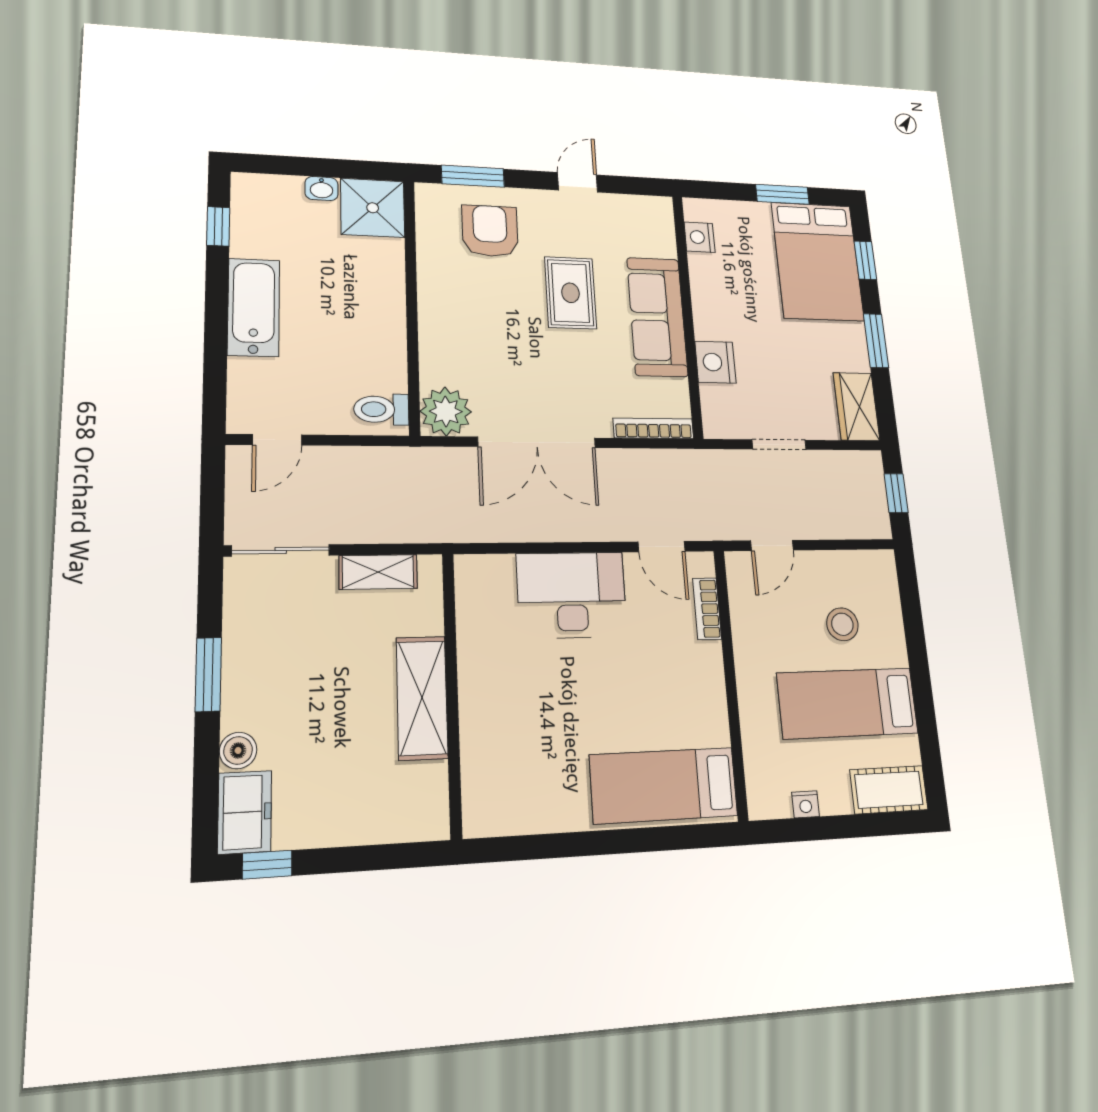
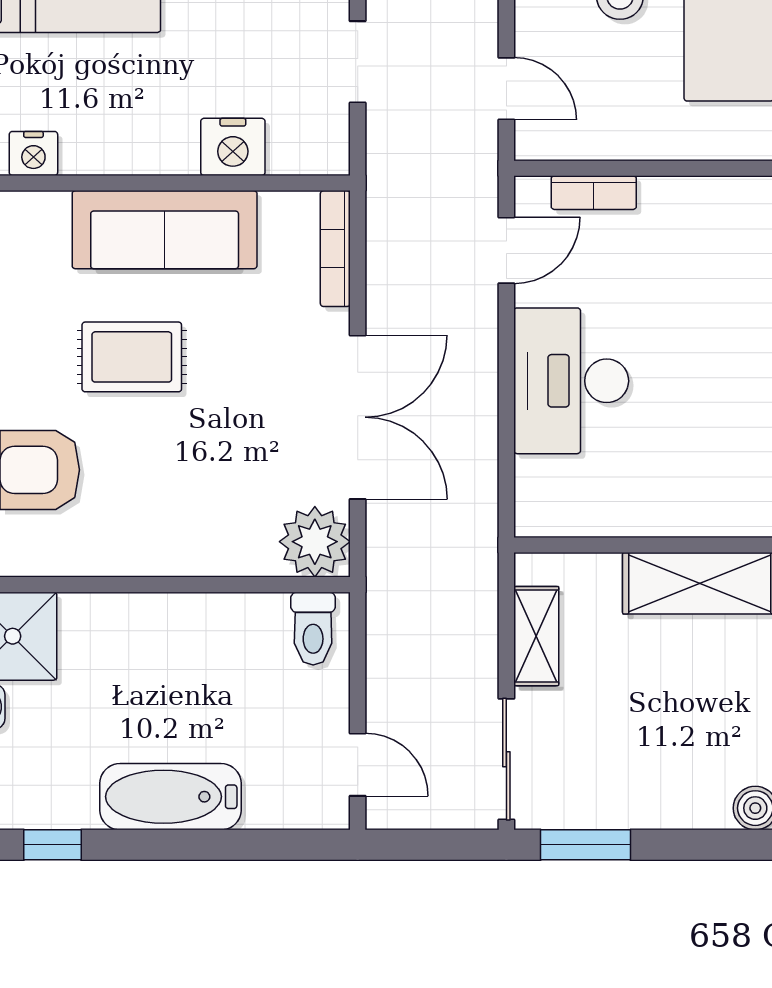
window: (208, 674) -> (585, 845), moved

